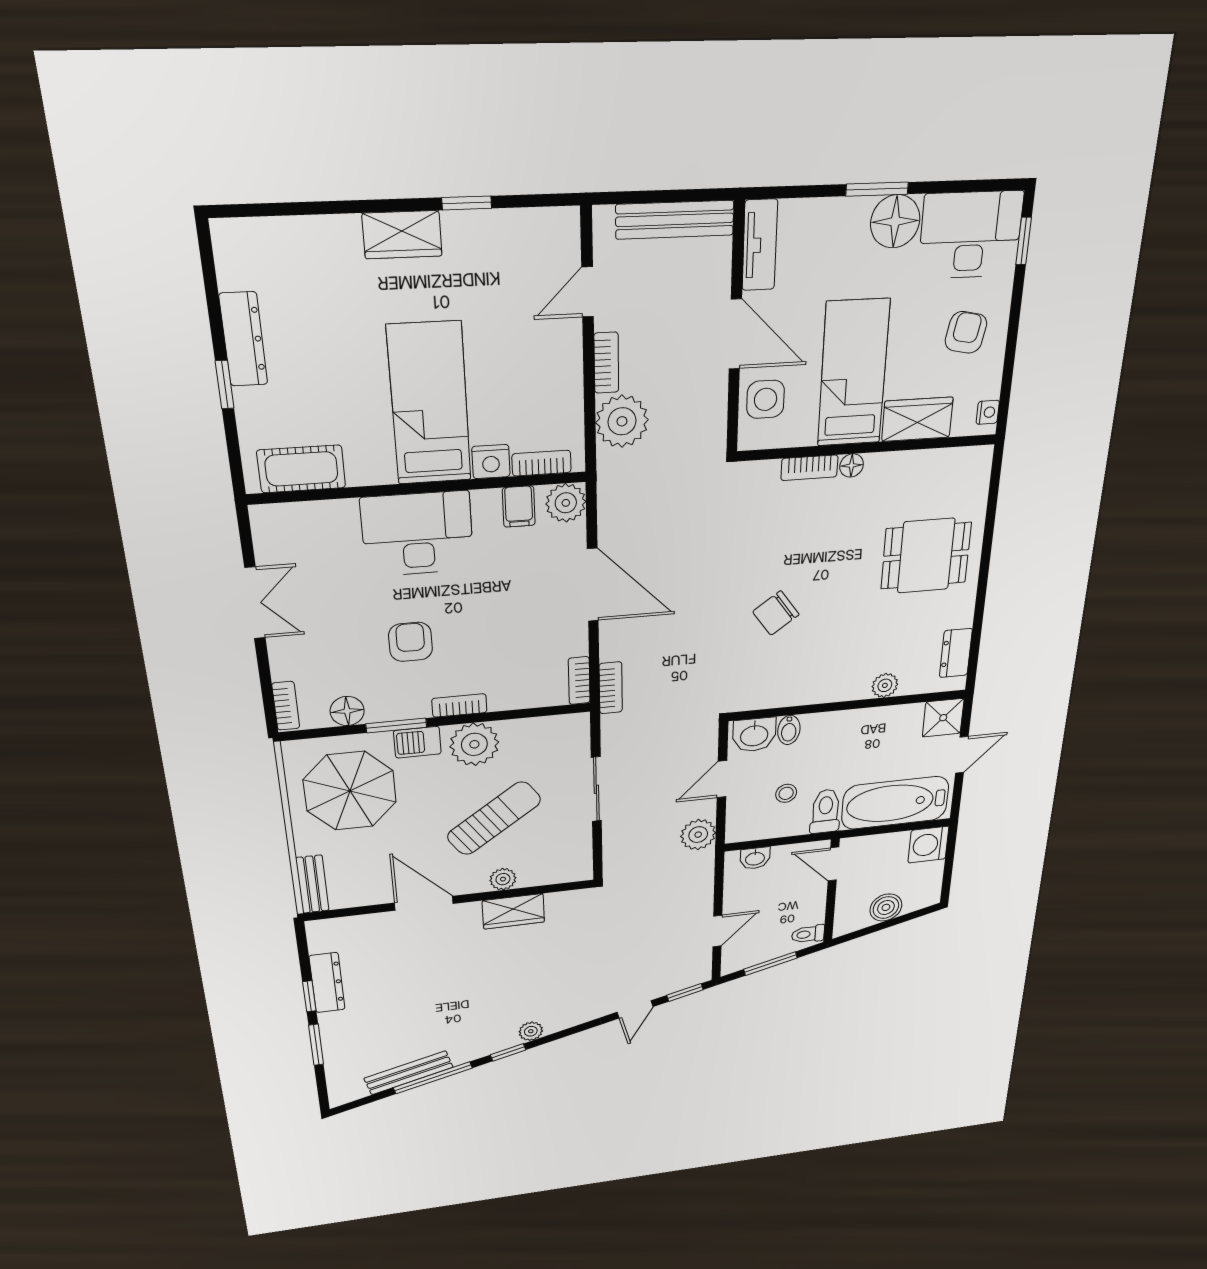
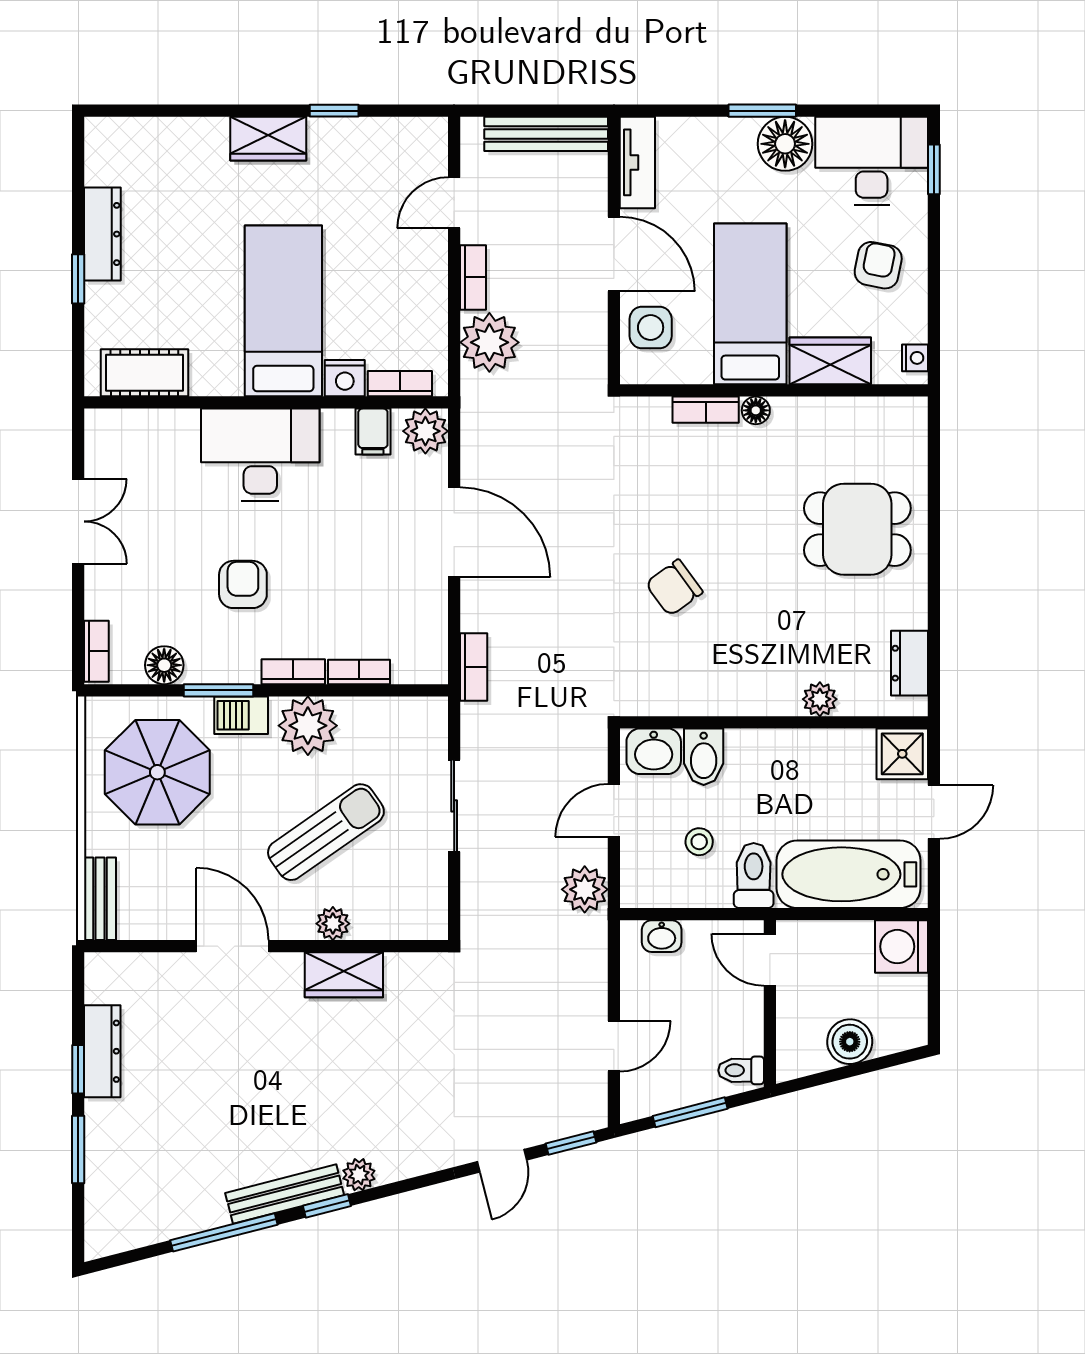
bookcase: (579, 681) -> (359, 672), moved, turned 90
bidet: (789, 730) -> (704, 757), width x1.38, depth x1.36
bench: (409, 1073) -> (285, 1194), moved

